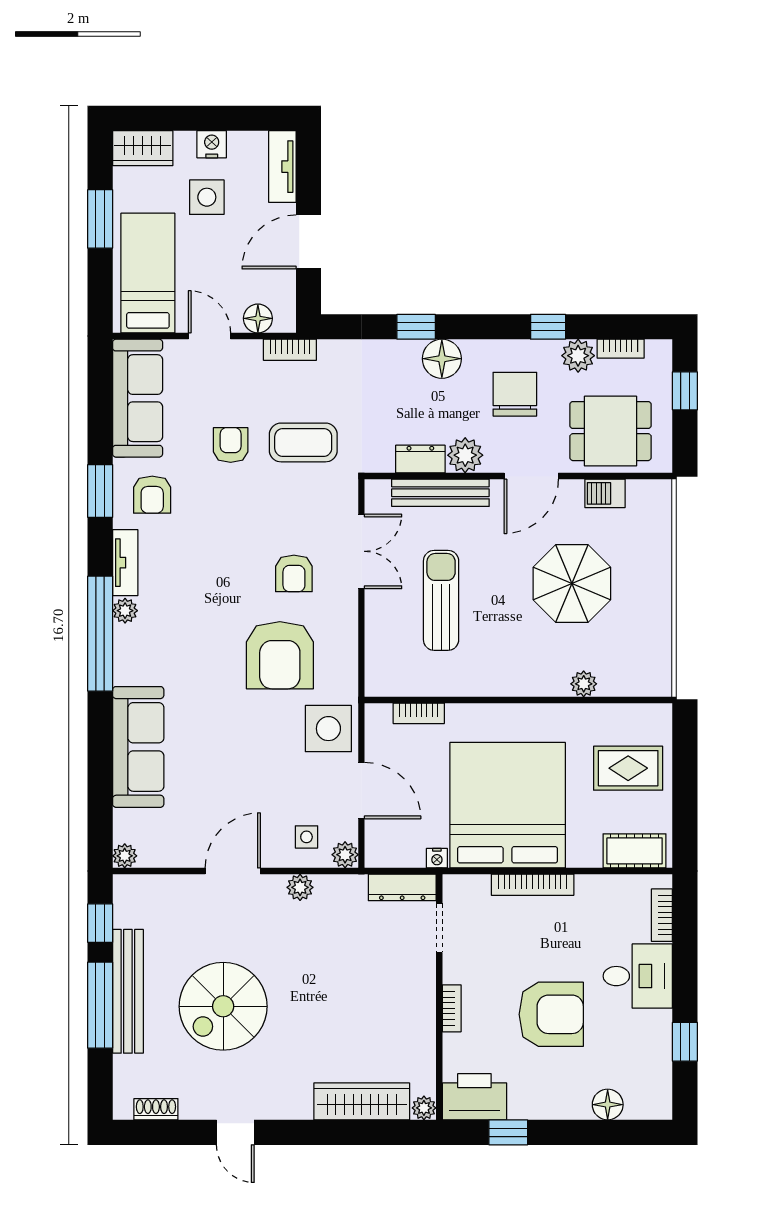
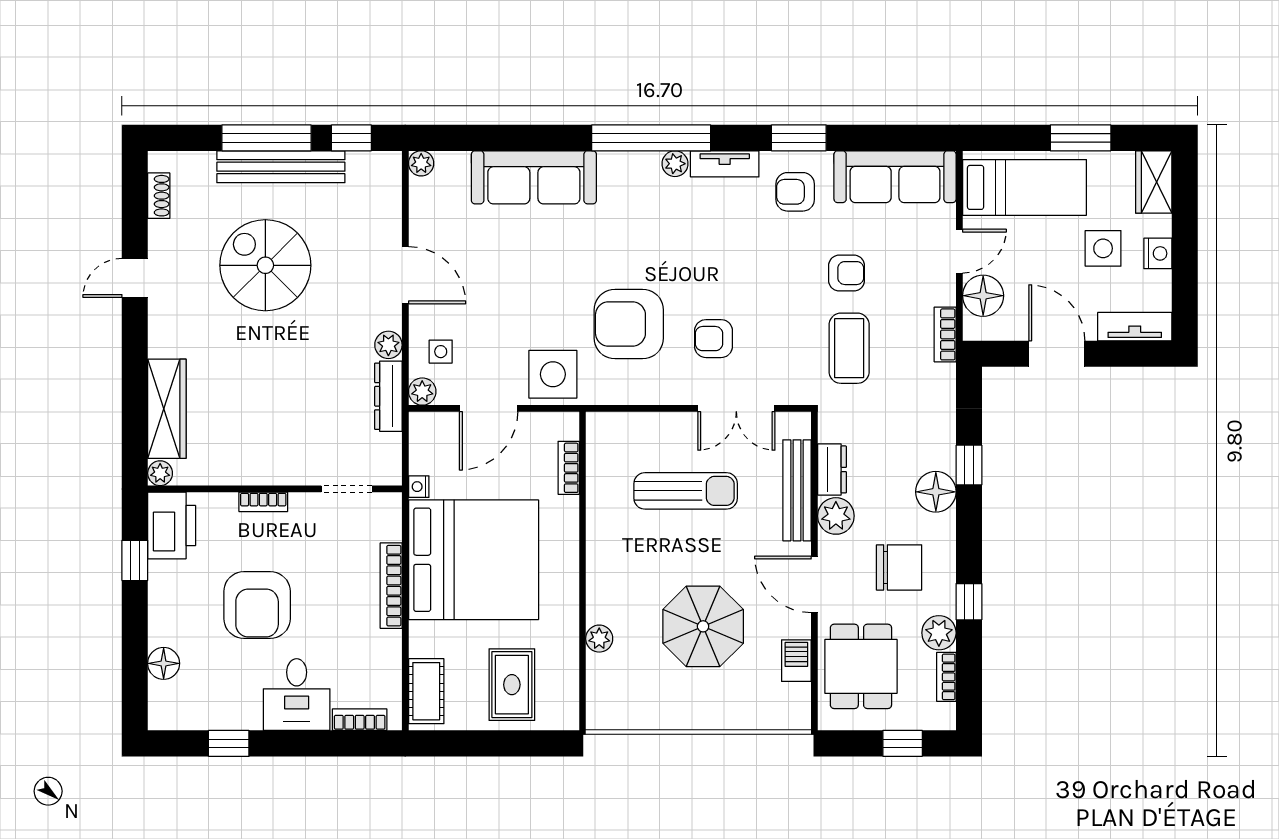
floor lamp: (258, 318) -> (983, 296), width x1.38, depth x1.38
dresser: (402, 887) -> (388, 396), moved

